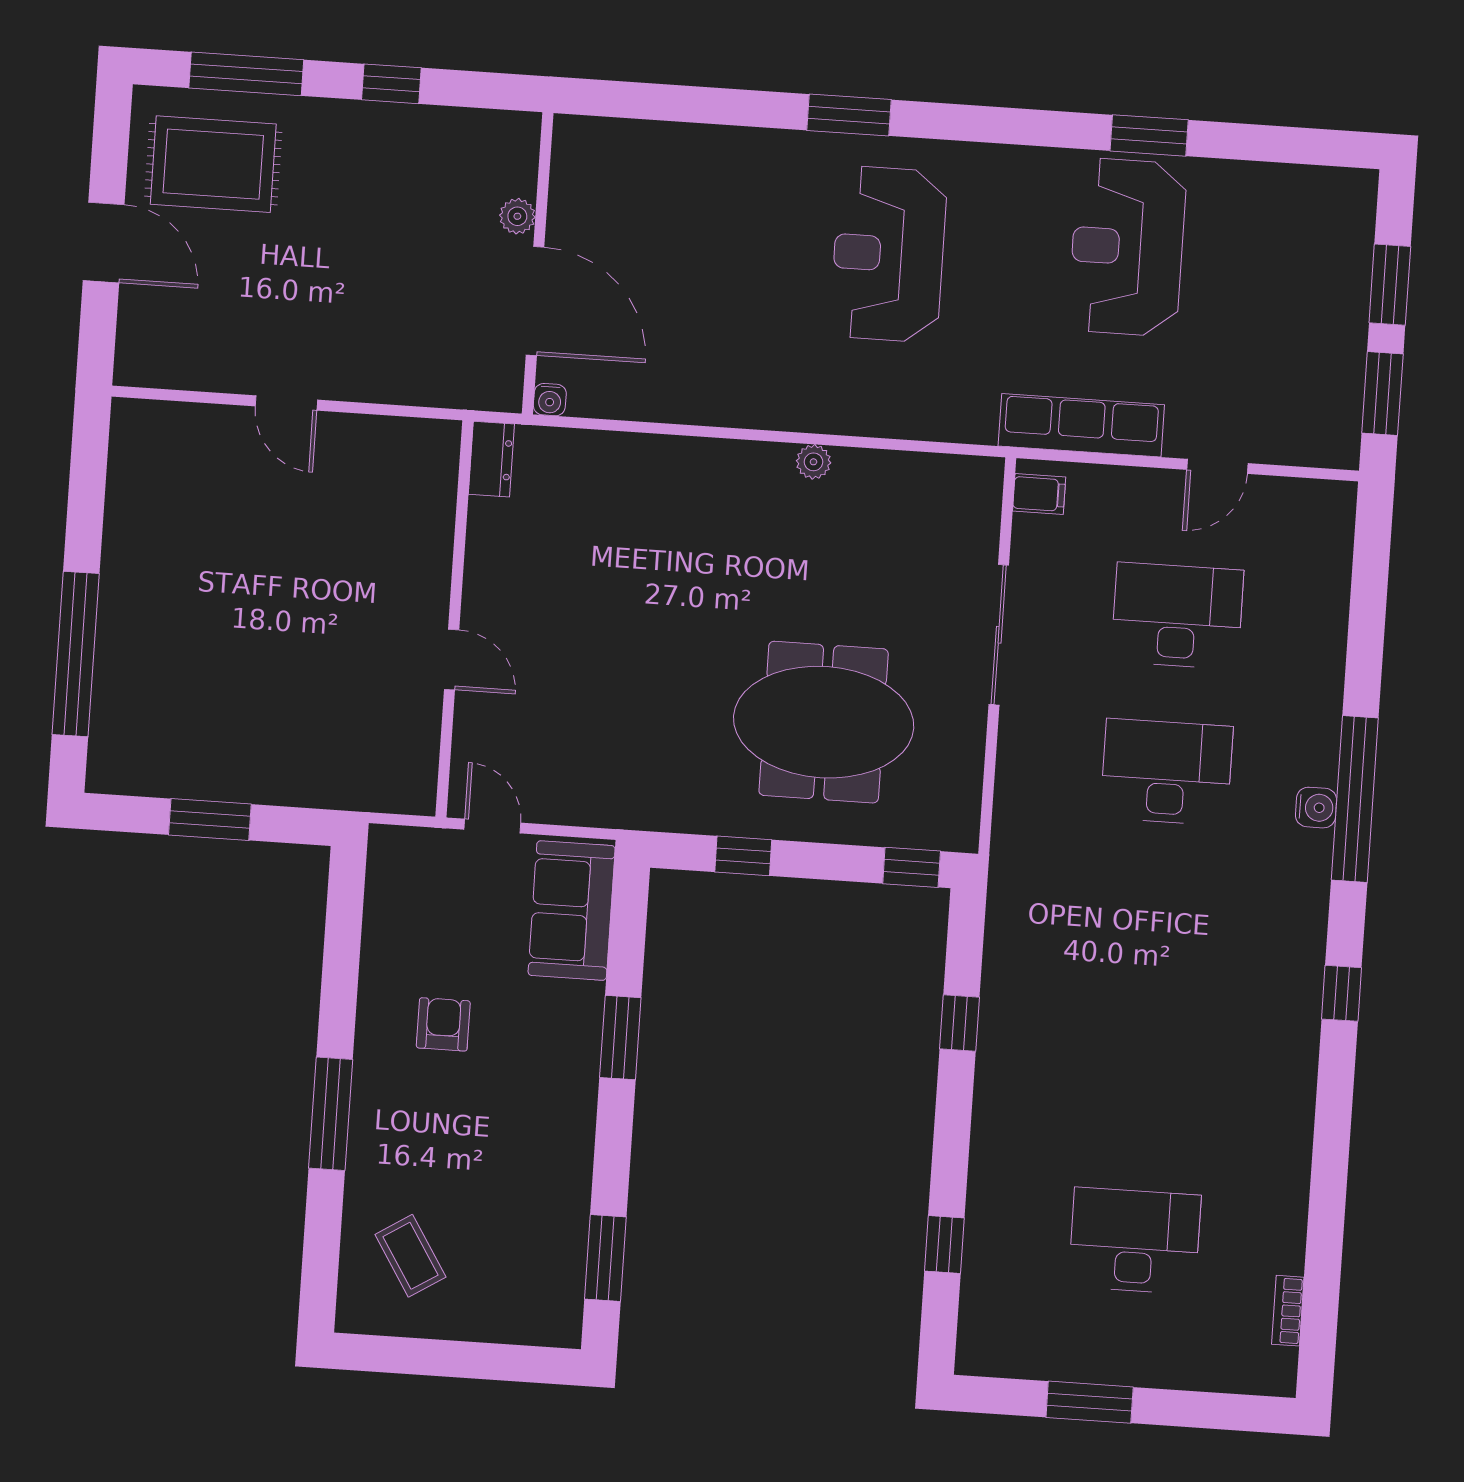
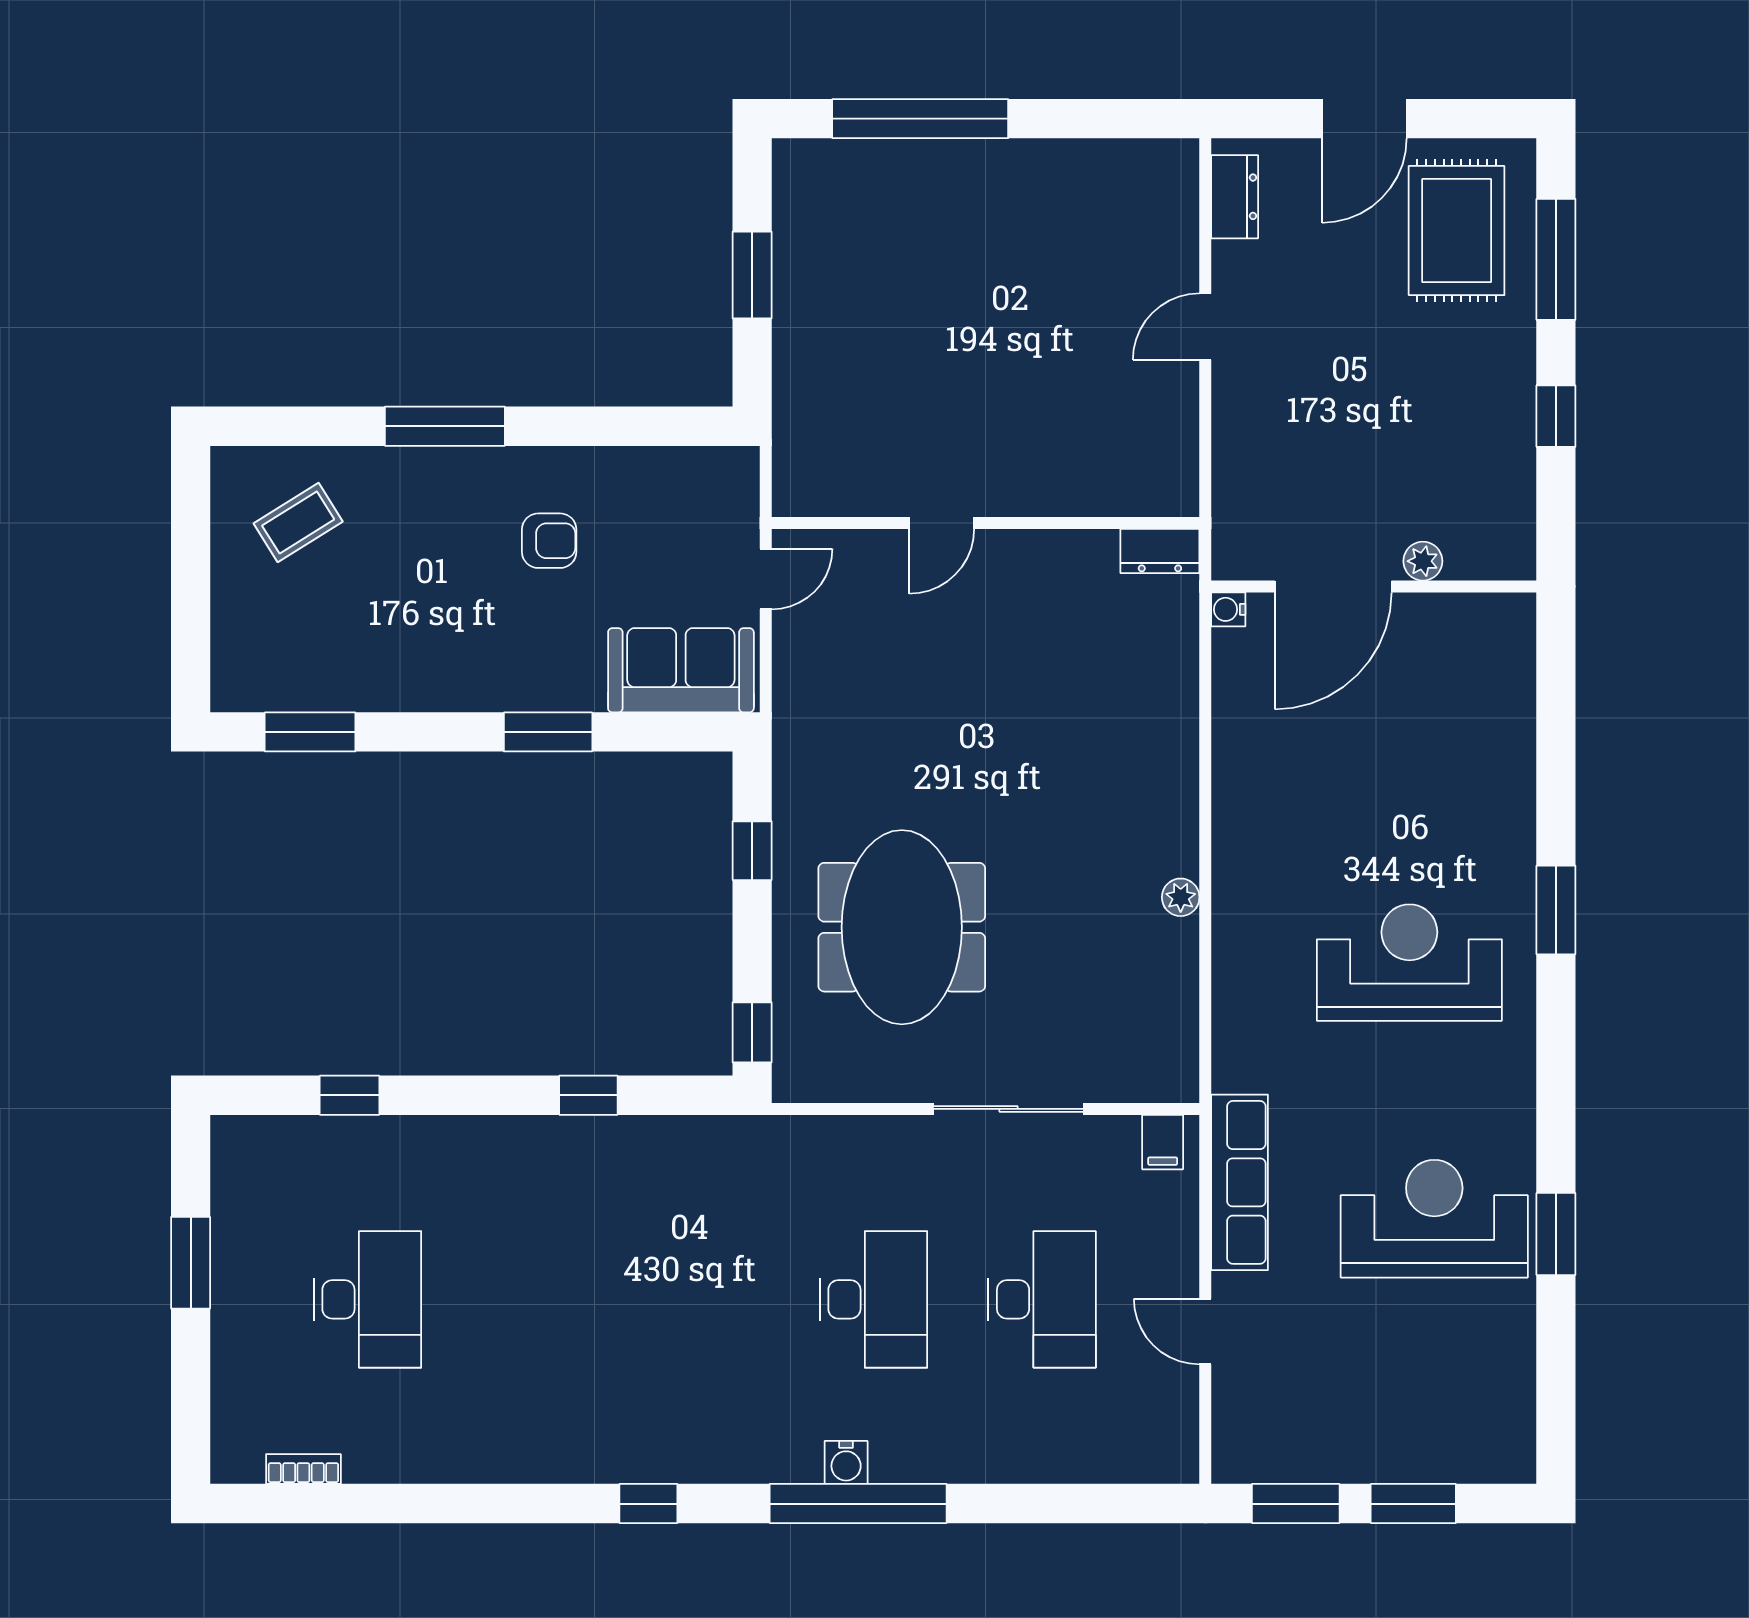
dresser: (168, 368) -> (1235, 197), added

